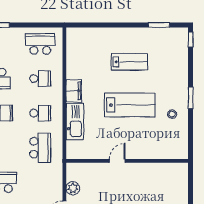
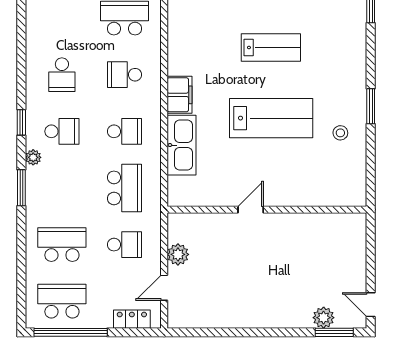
school desk: (40, 79) -> (124, 75), turned 180
school desk: (40, 182) -> (124, 245), added

